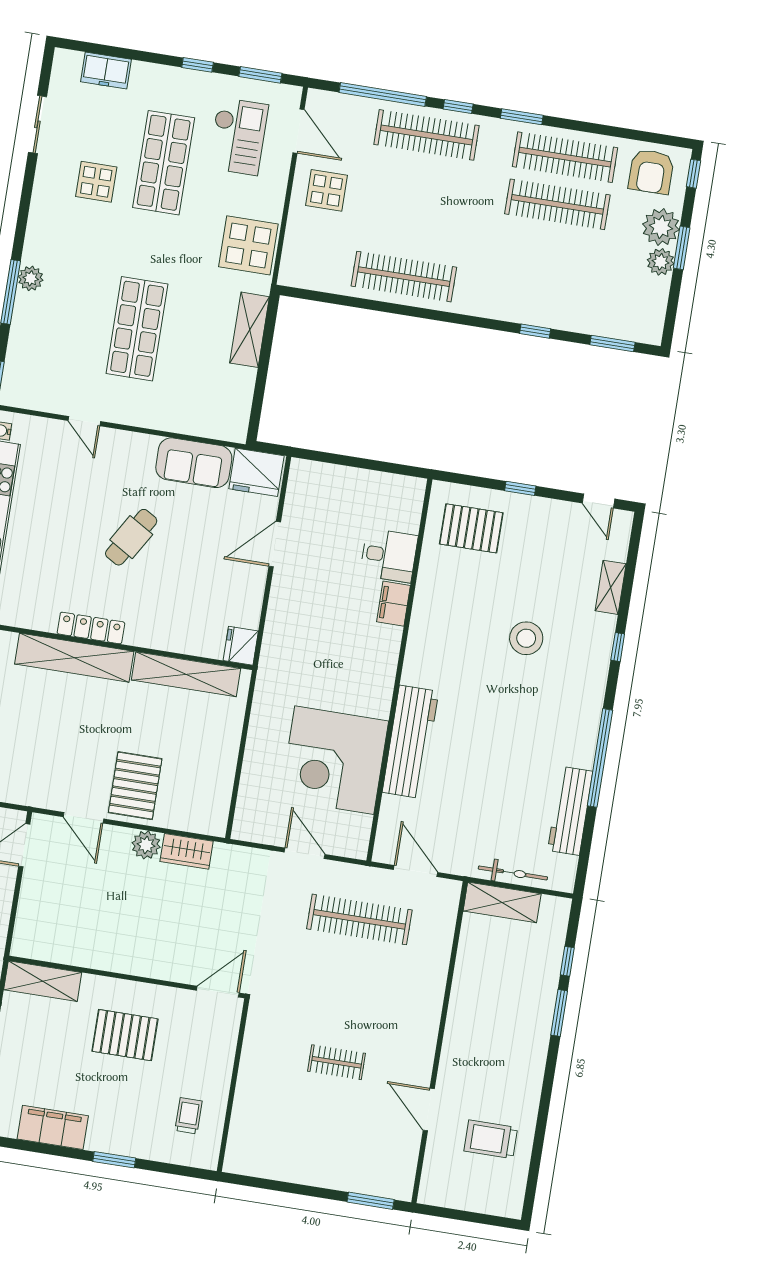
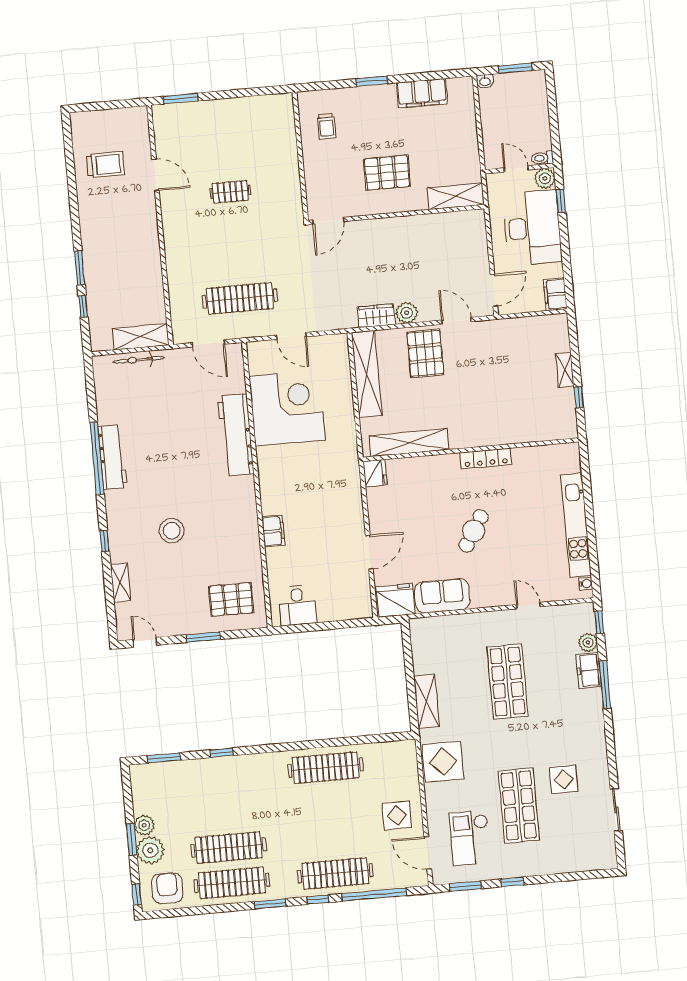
freezer: (106, 71) -> (589, 670), moved, turned -90
plant: (31, 278) -> (588, 642), moved
window: (520, 488) -> (203, 637), width x1.50
desk: (389, 555) -> (298, 605), moved, turned -90
shelving: (74, 658) -> (367, 374), moved, turned 90
workbench: (570, 811) -> (112, 457), moved

